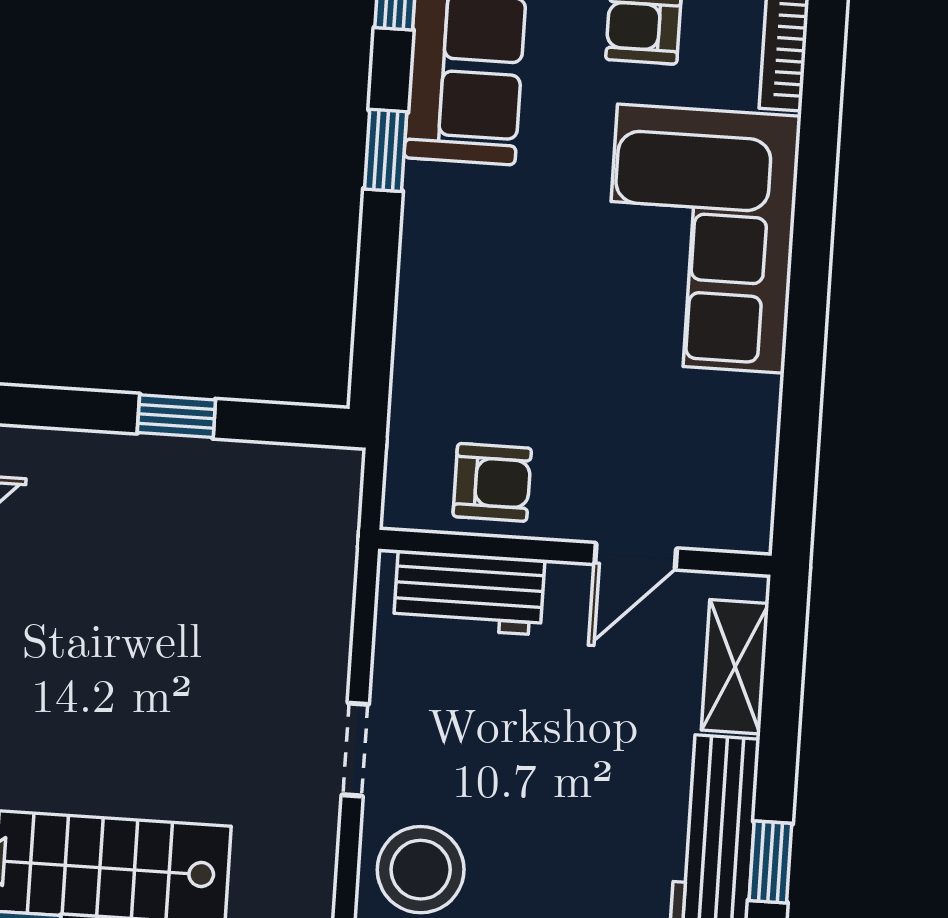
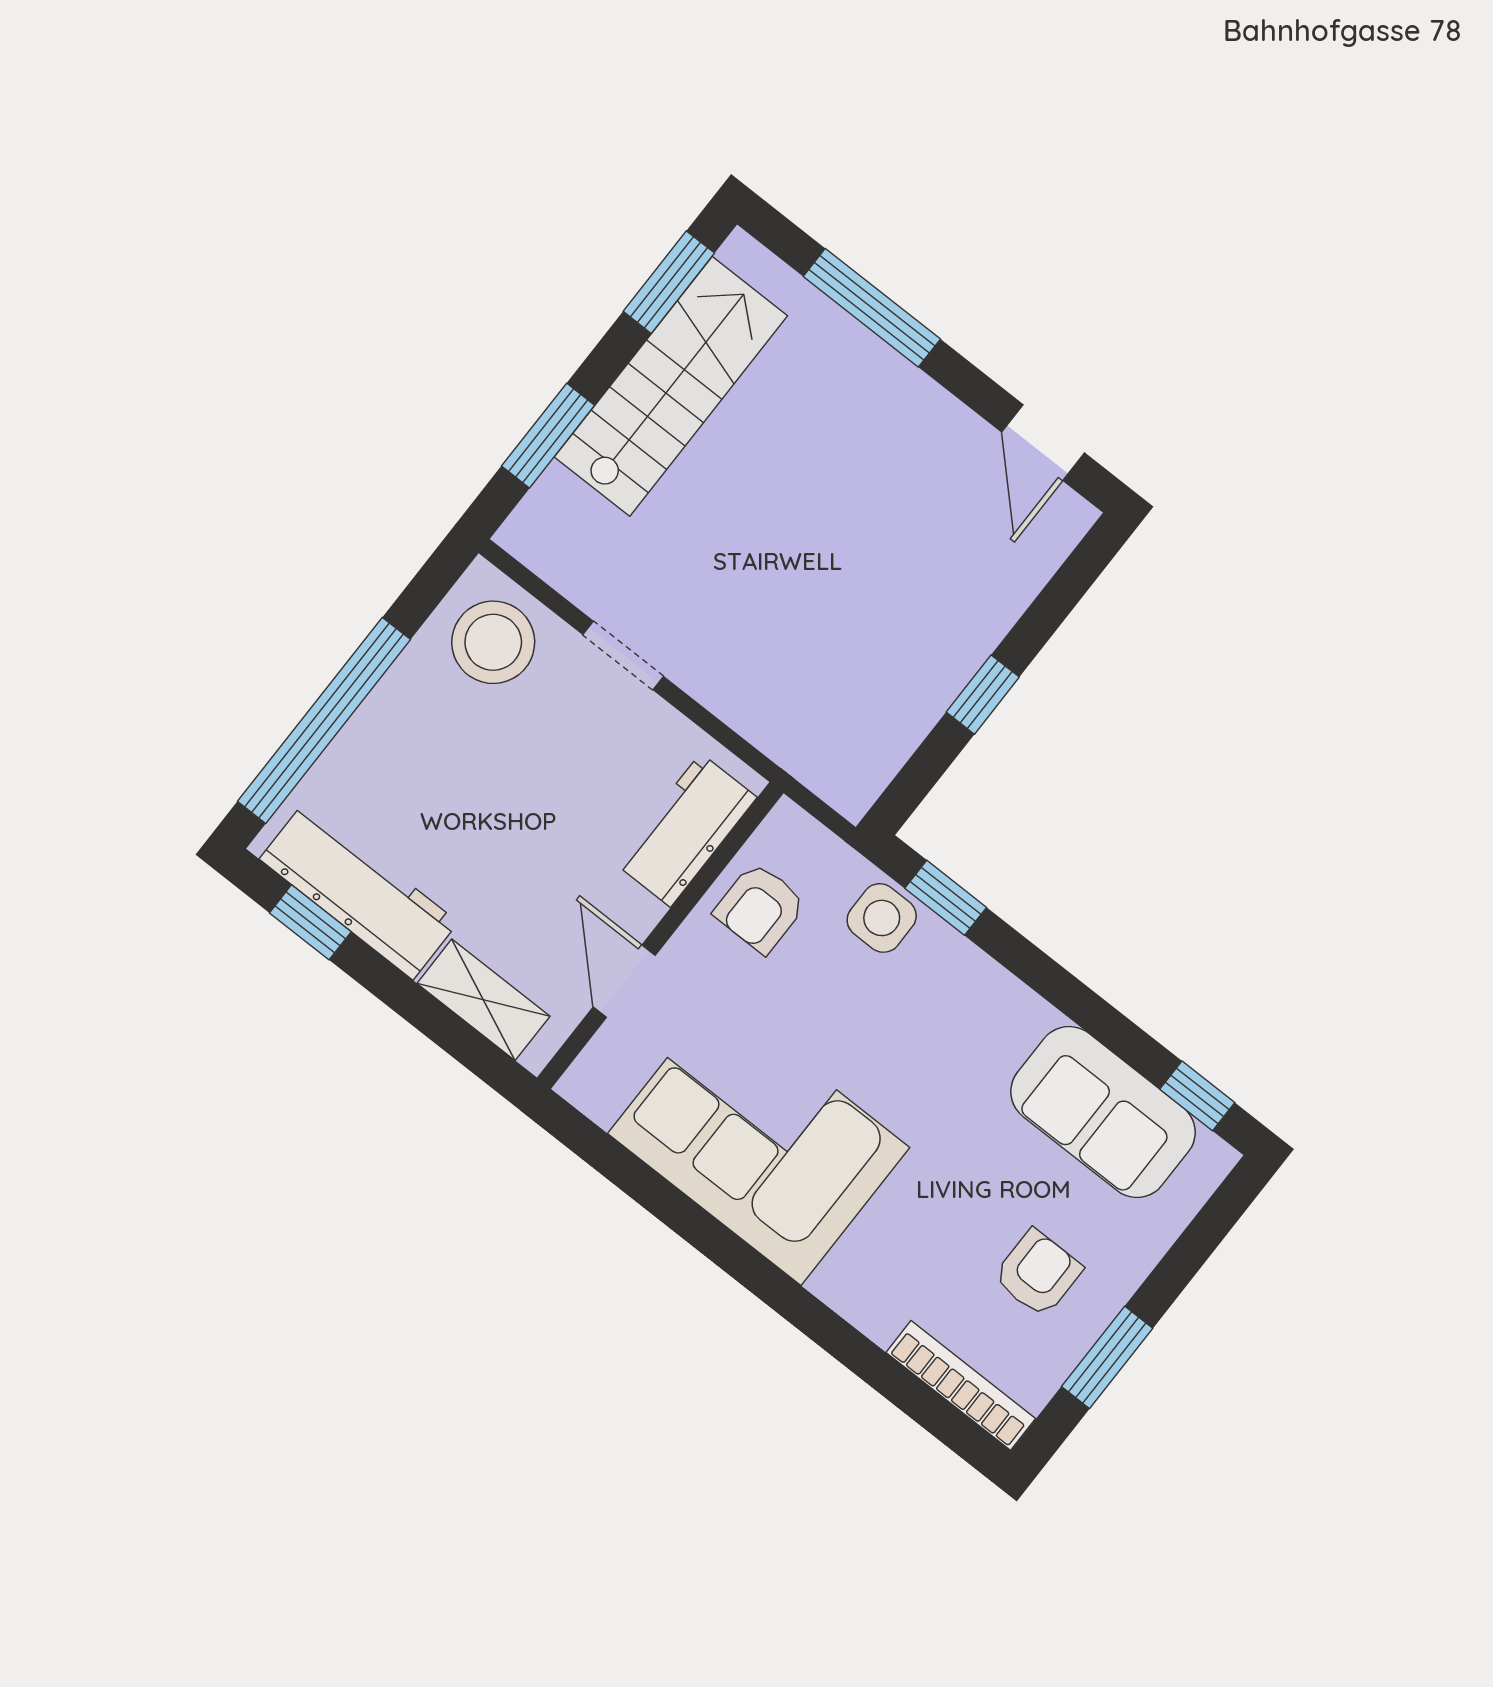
window: (386, 150) -> (946, 898), moved
corner sofa: (701, 239) -> (759, 1140), moved
side table: (429, 371) -> (882, 918), added

